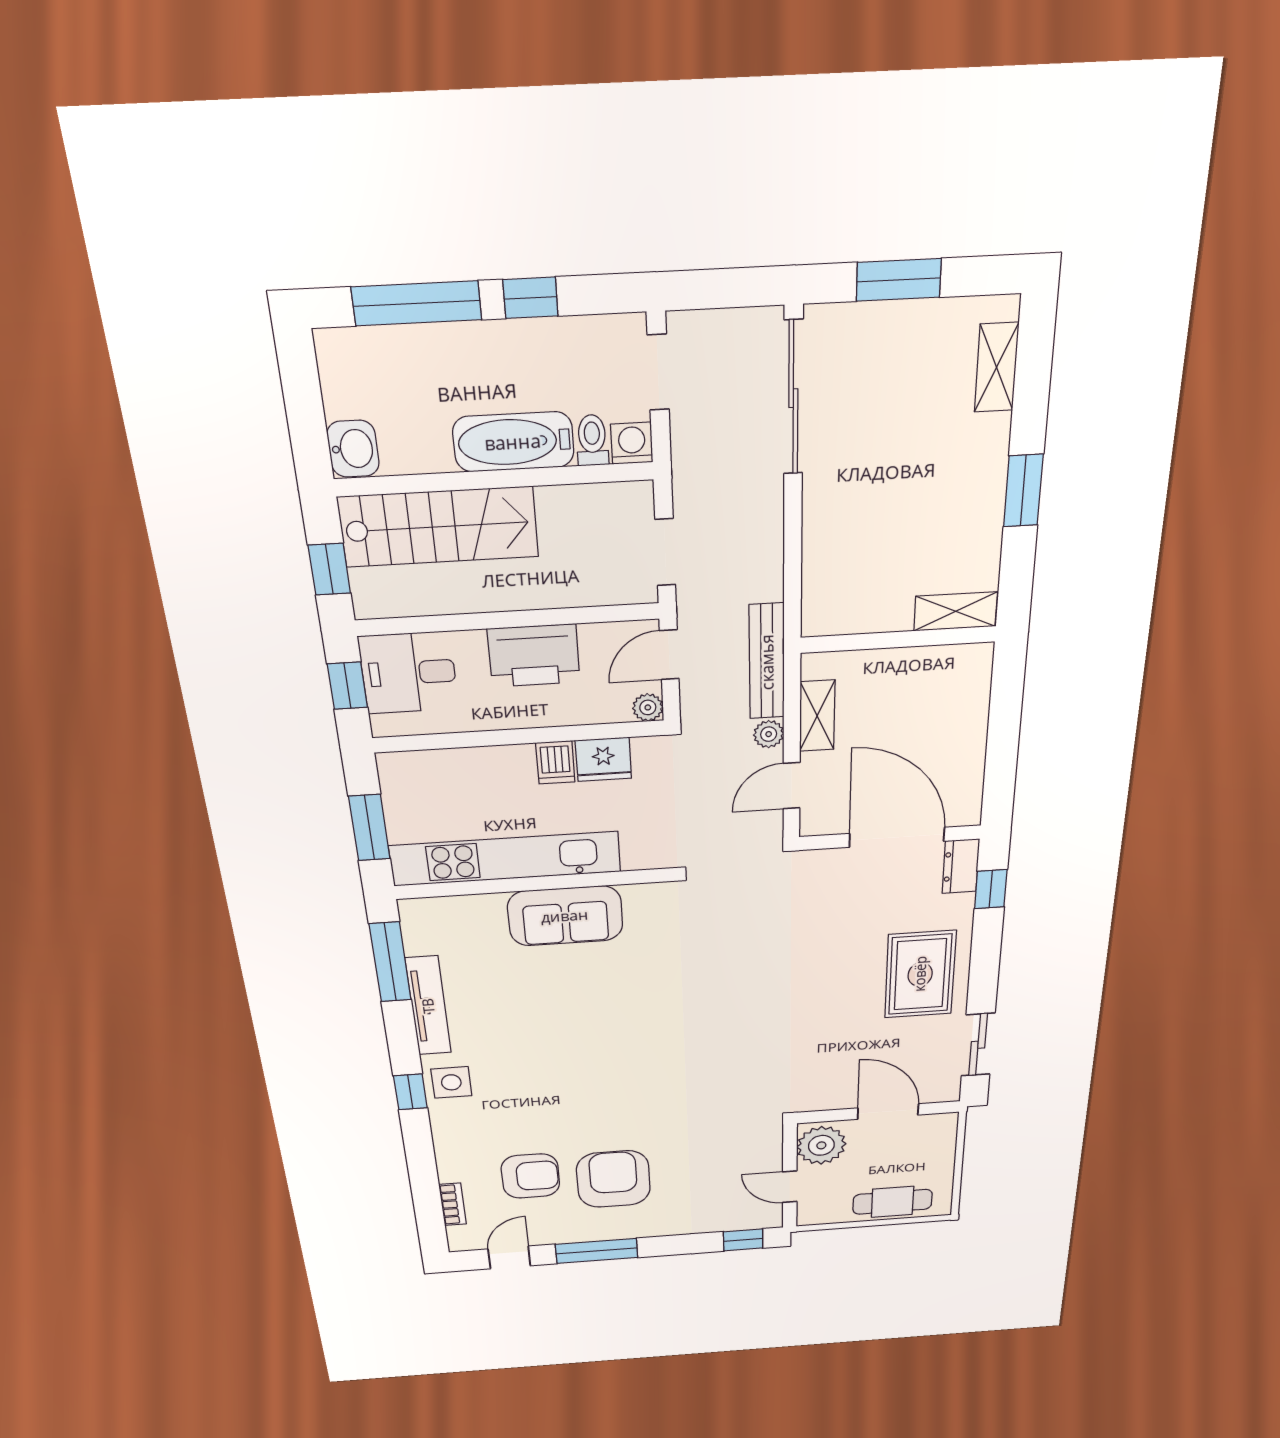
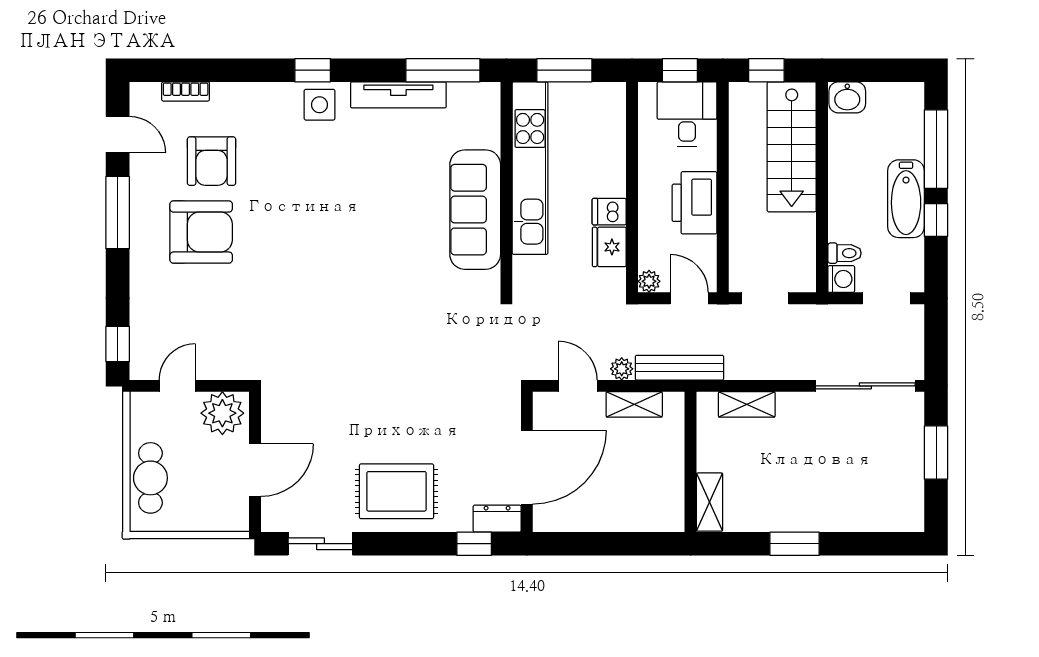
shelving: (997, 367) -> (747, 404), moved
bathtub: (513, 442) -> (906, 199), moved, turned 180
sofa: (565, 916) -> (475, 210), width x1.36

